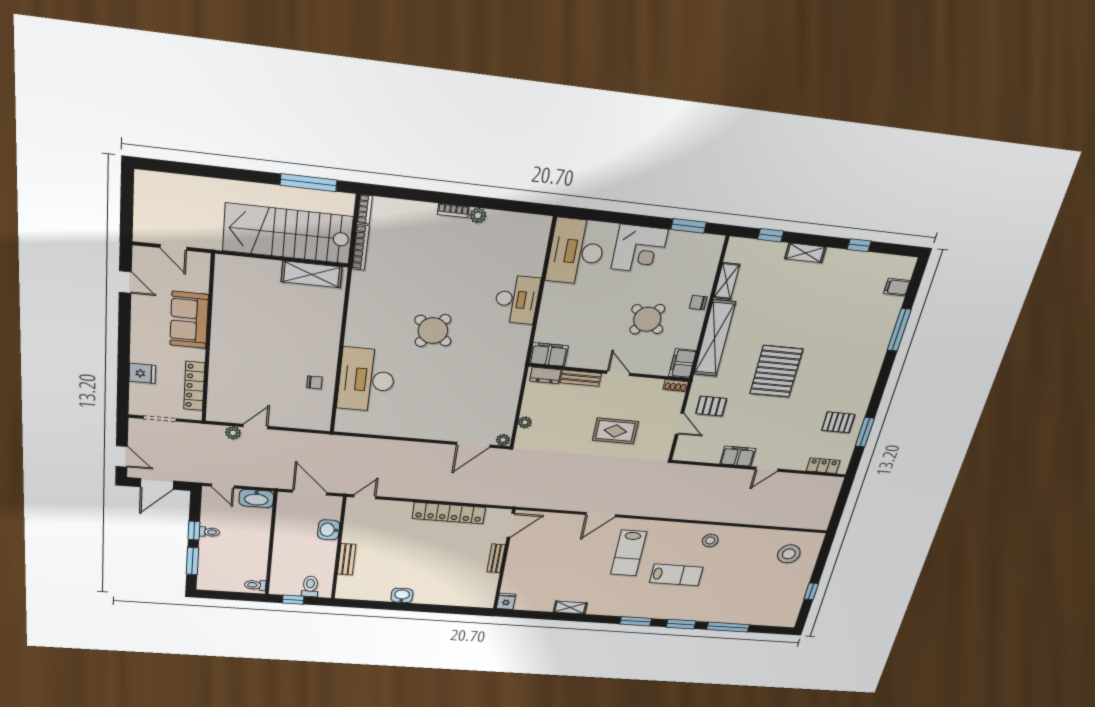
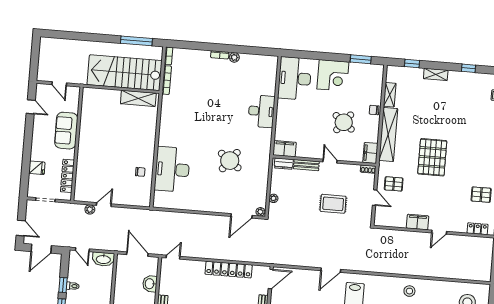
round table: (433, 331) -> (230, 161), moved

